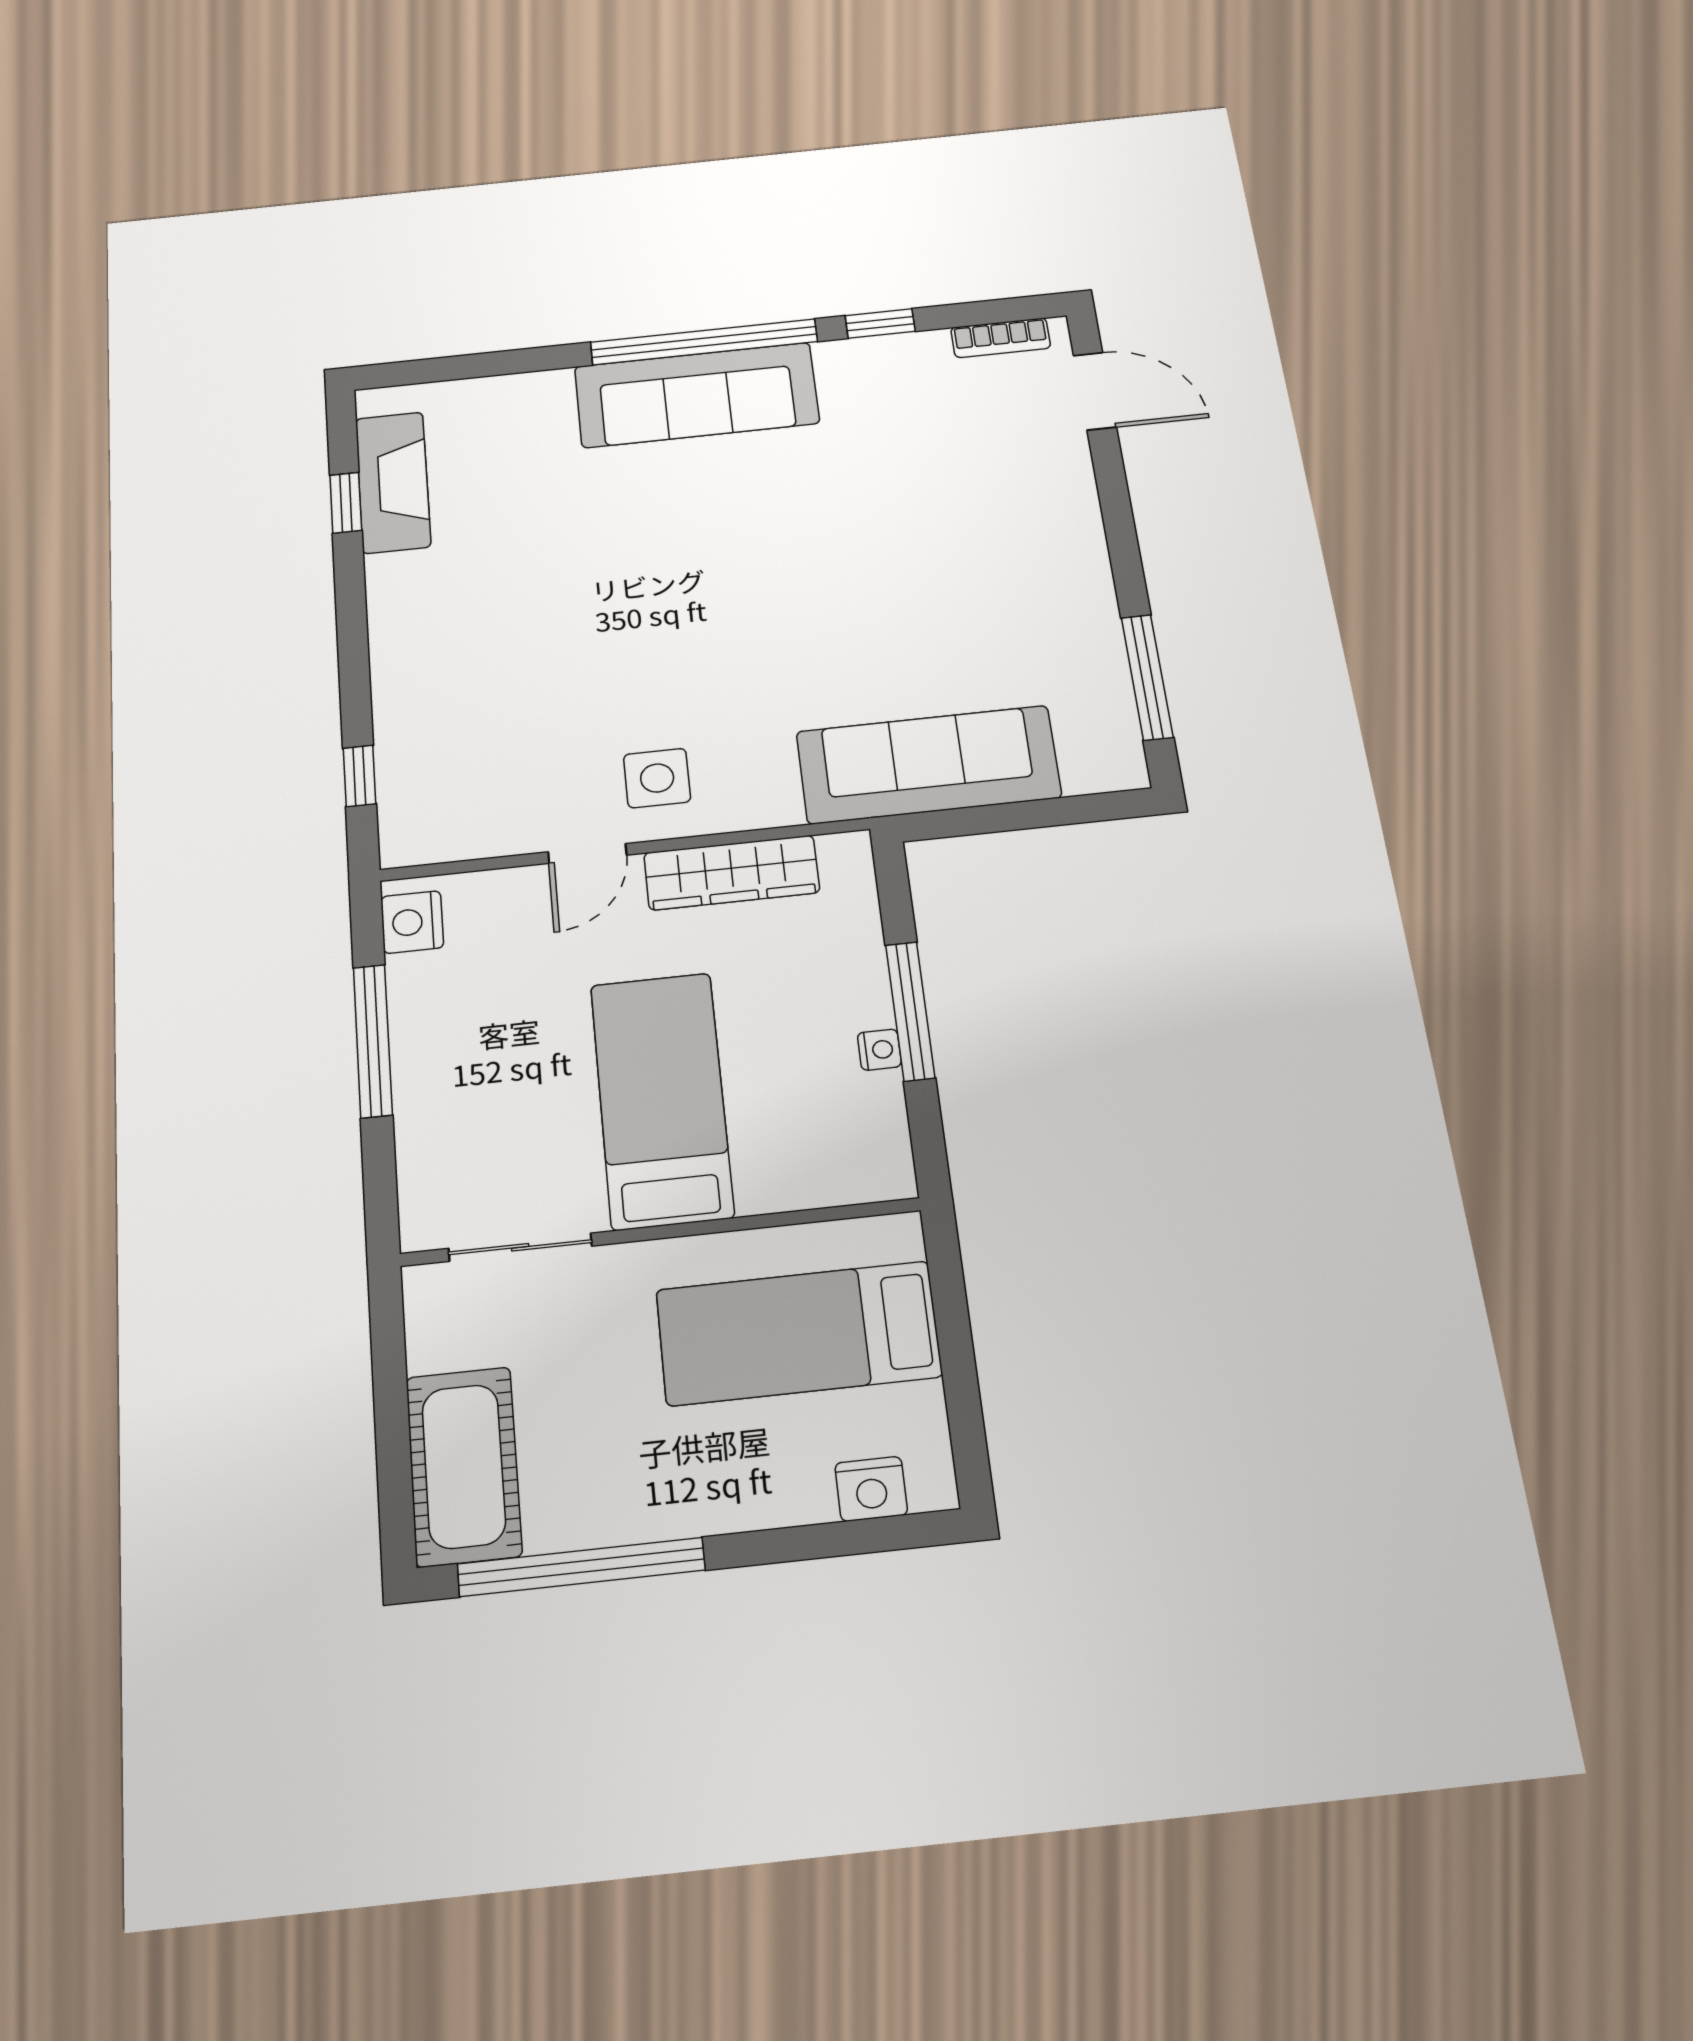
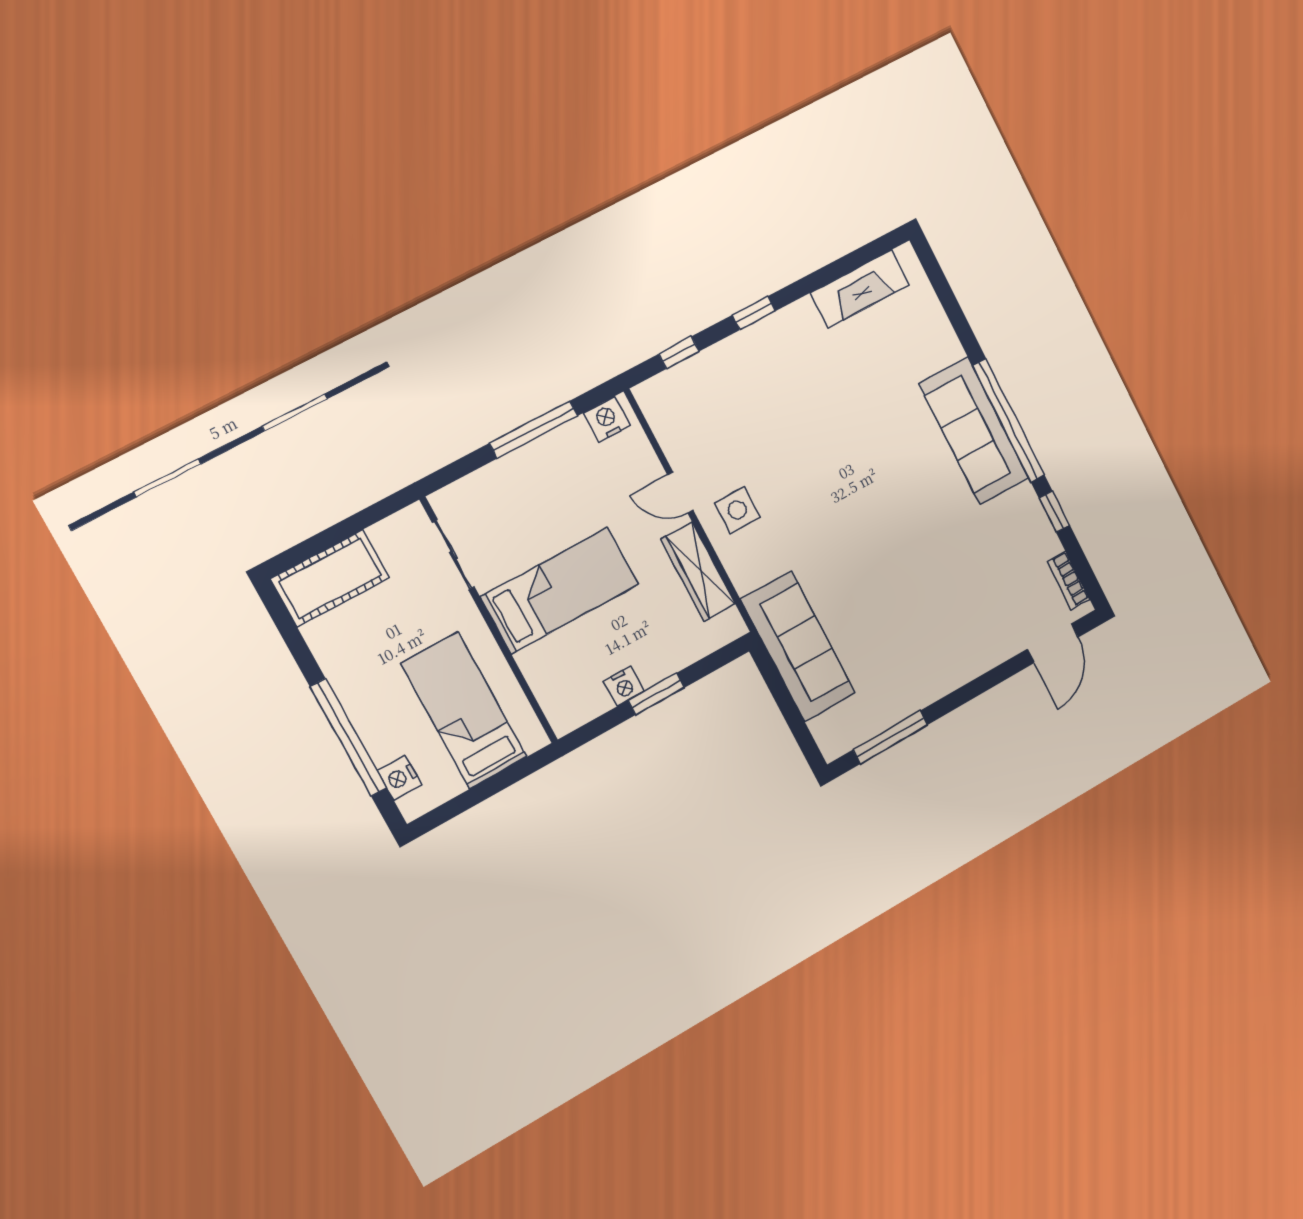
window: (346, 503) -> (754, 313), moved
window: (910, 1011) -> (656, 694), width x0.69
nightstand: (879, 1050) -> (624, 686), width x1.39, depth x1.35
window: (581, 1567) -> (348, 737), moved

